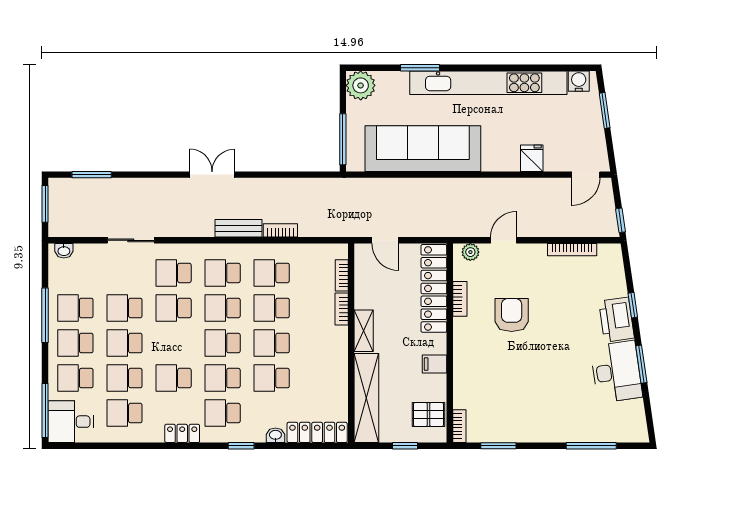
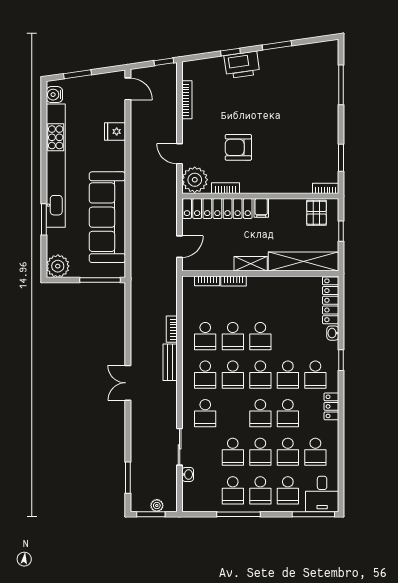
plant: (56, 211) -> (157, 506), added
washbasin: (64, 251) -> (188, 474), moved
plant: (470, 252) -> (195, 180), width x1.88, depth x1.88
school desk: (174, 308) -> (260, 413), moved
filing cabinet: (435, 364) -> (261, 208), moved
desk: (616, 372) -> (283, 65), removed
school desk: (272, 378) -> (288, 336), removed

